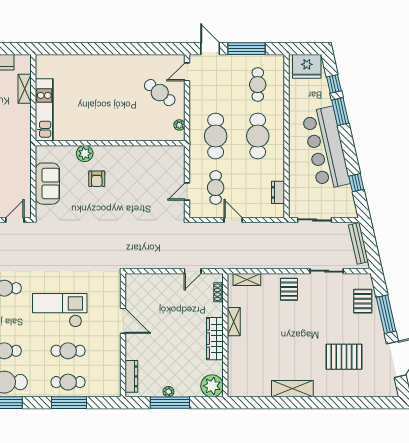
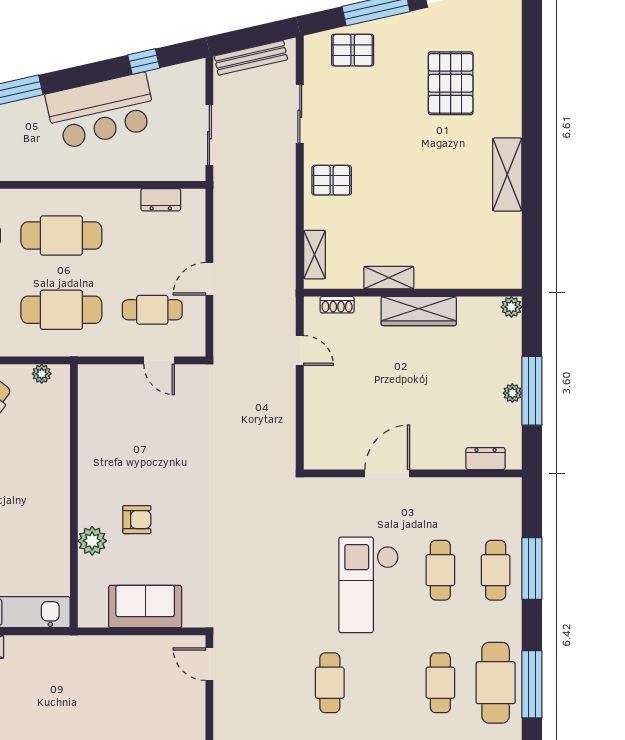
bar counter: (326, 148) -> (101, 111), width x0.73
dresser: (131, 376) -> (486, 459), width x0.70
plant: (212, 386) -> (511, 307), width x0.53, depth x0.53

